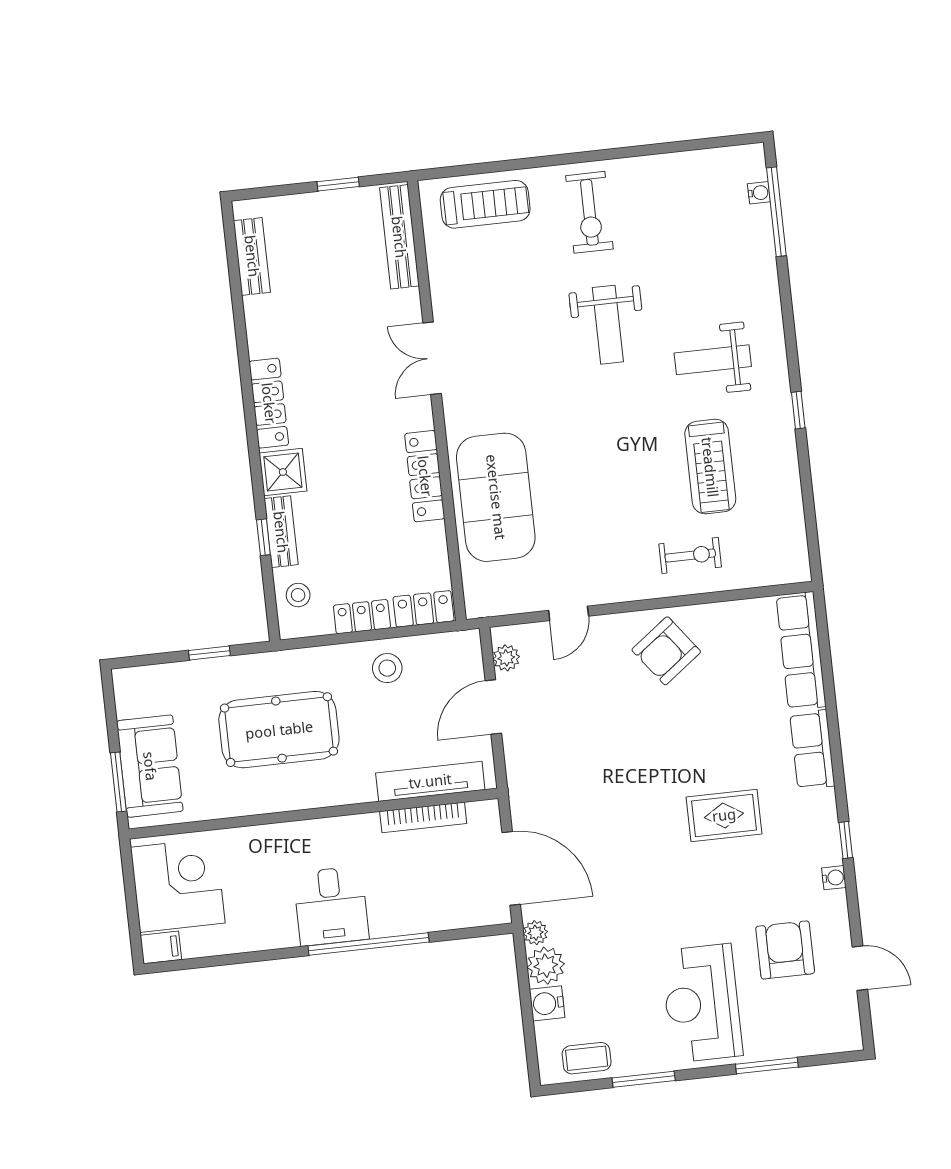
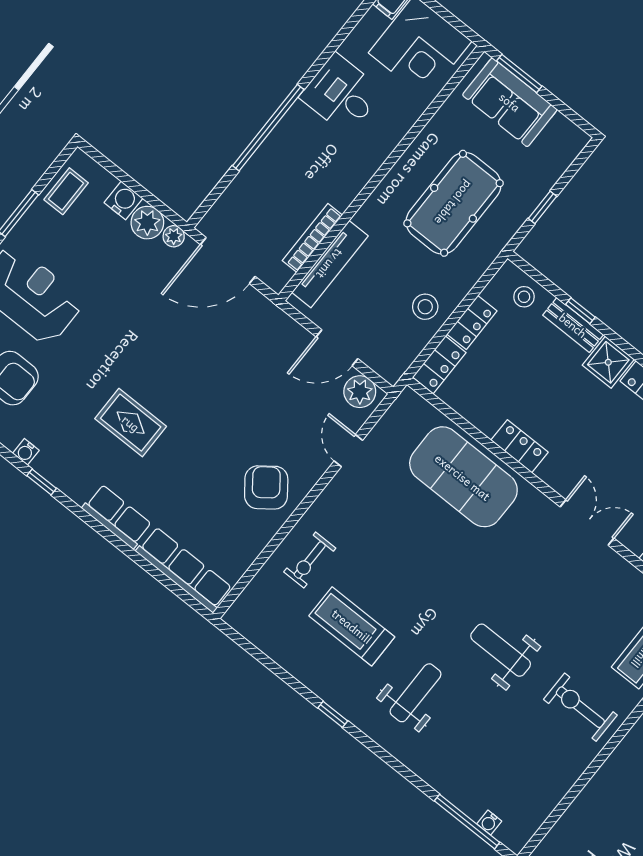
locker: (425, 476) -> (519, 446), width x0.66
plant: (506, 658) -> (360, 392), width x1.38, depth x1.38
door: (493, 707) -> (337, 348), swing flipped
rug: (724, 815) -> (131, 423), turned 90
desk: (331, 906) -> (341, 94), moved

